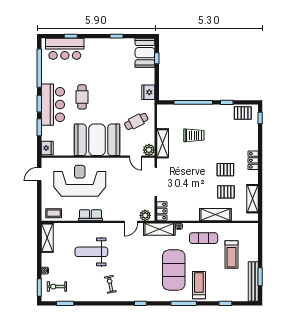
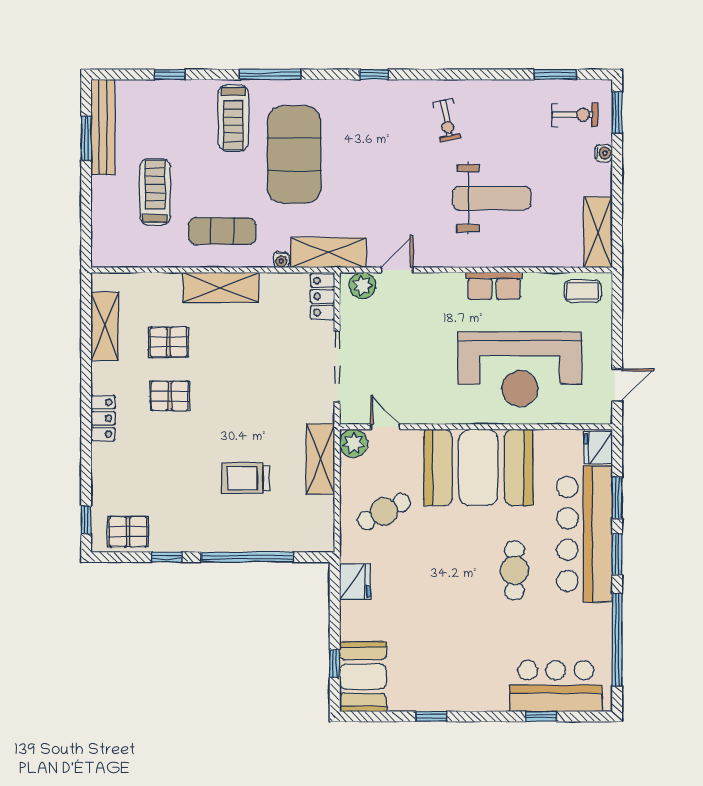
bar counter: (53, 105) -> (585, 534), width x1.36
shelving: (215, 215) -> (221, 287), moved

